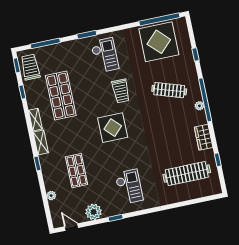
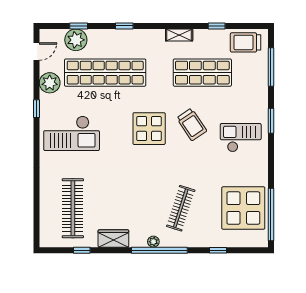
checkout: (105, 55) -> (241, 138), turned 180
window: (17, 65) -> (79, 26), moved
trolley: (30, 67) -> (246, 42), turned 180
trolley: (121, 91) -> (192, 124), moved, turned -124
shelving: (41, 142) -> (149, 36), removed
shop shelf: (77, 171) -> (105, 73), width x2.00, depth x1.36
checkout: (129, 187) -> (72, 133), width x1.36, depth x1.21
plant: (51, 196) -> (76, 40), width x1.88, depth x1.88

